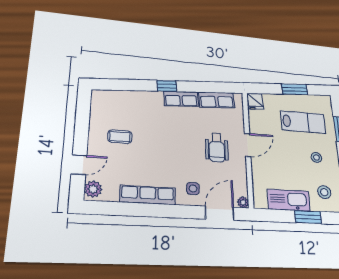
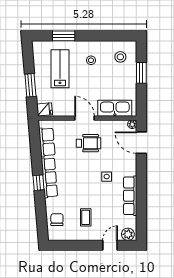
window: (295, 89) -> (30, 85), moved
row of seats: (181, 99) -> (49, 178), width x1.48
chair: (118, 102) -> (57, 220), added
door: (79, 165) -> (110, 245), hinge flipped
side table: (193, 189) -> (107, 177), moved
kitchen sink: (289, 200) -> (115, 108), moved, turned 90

